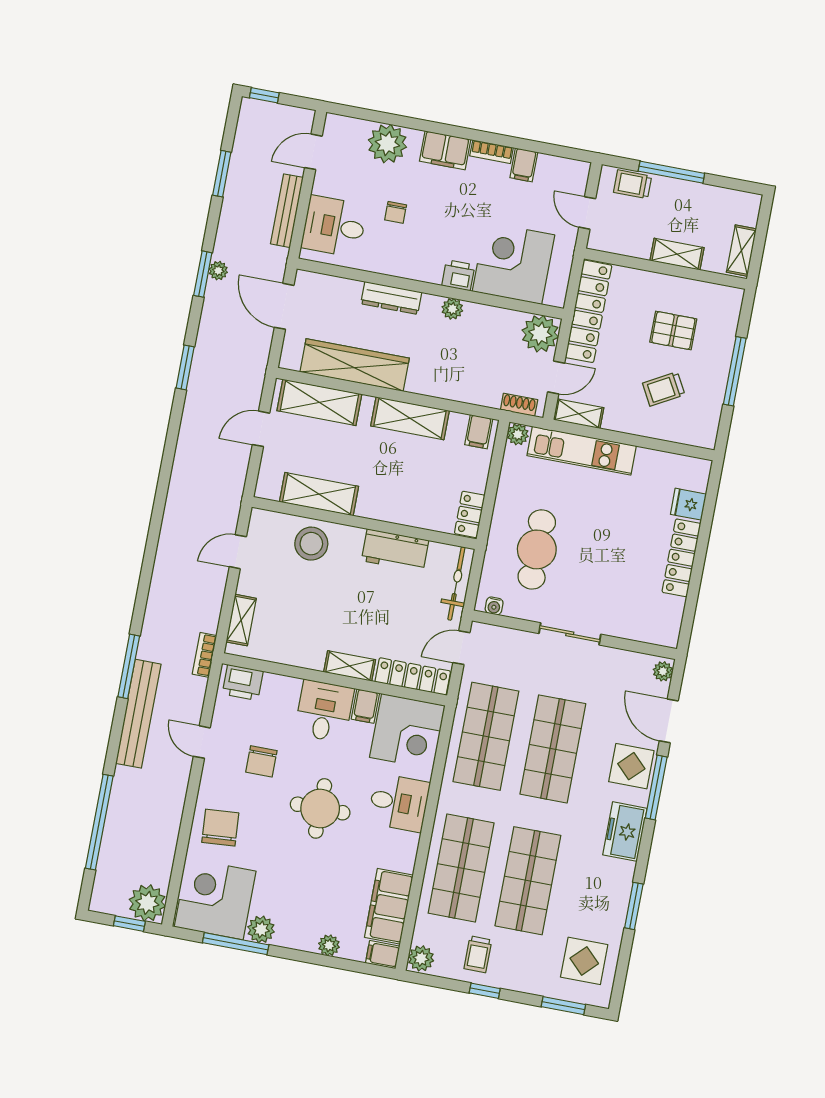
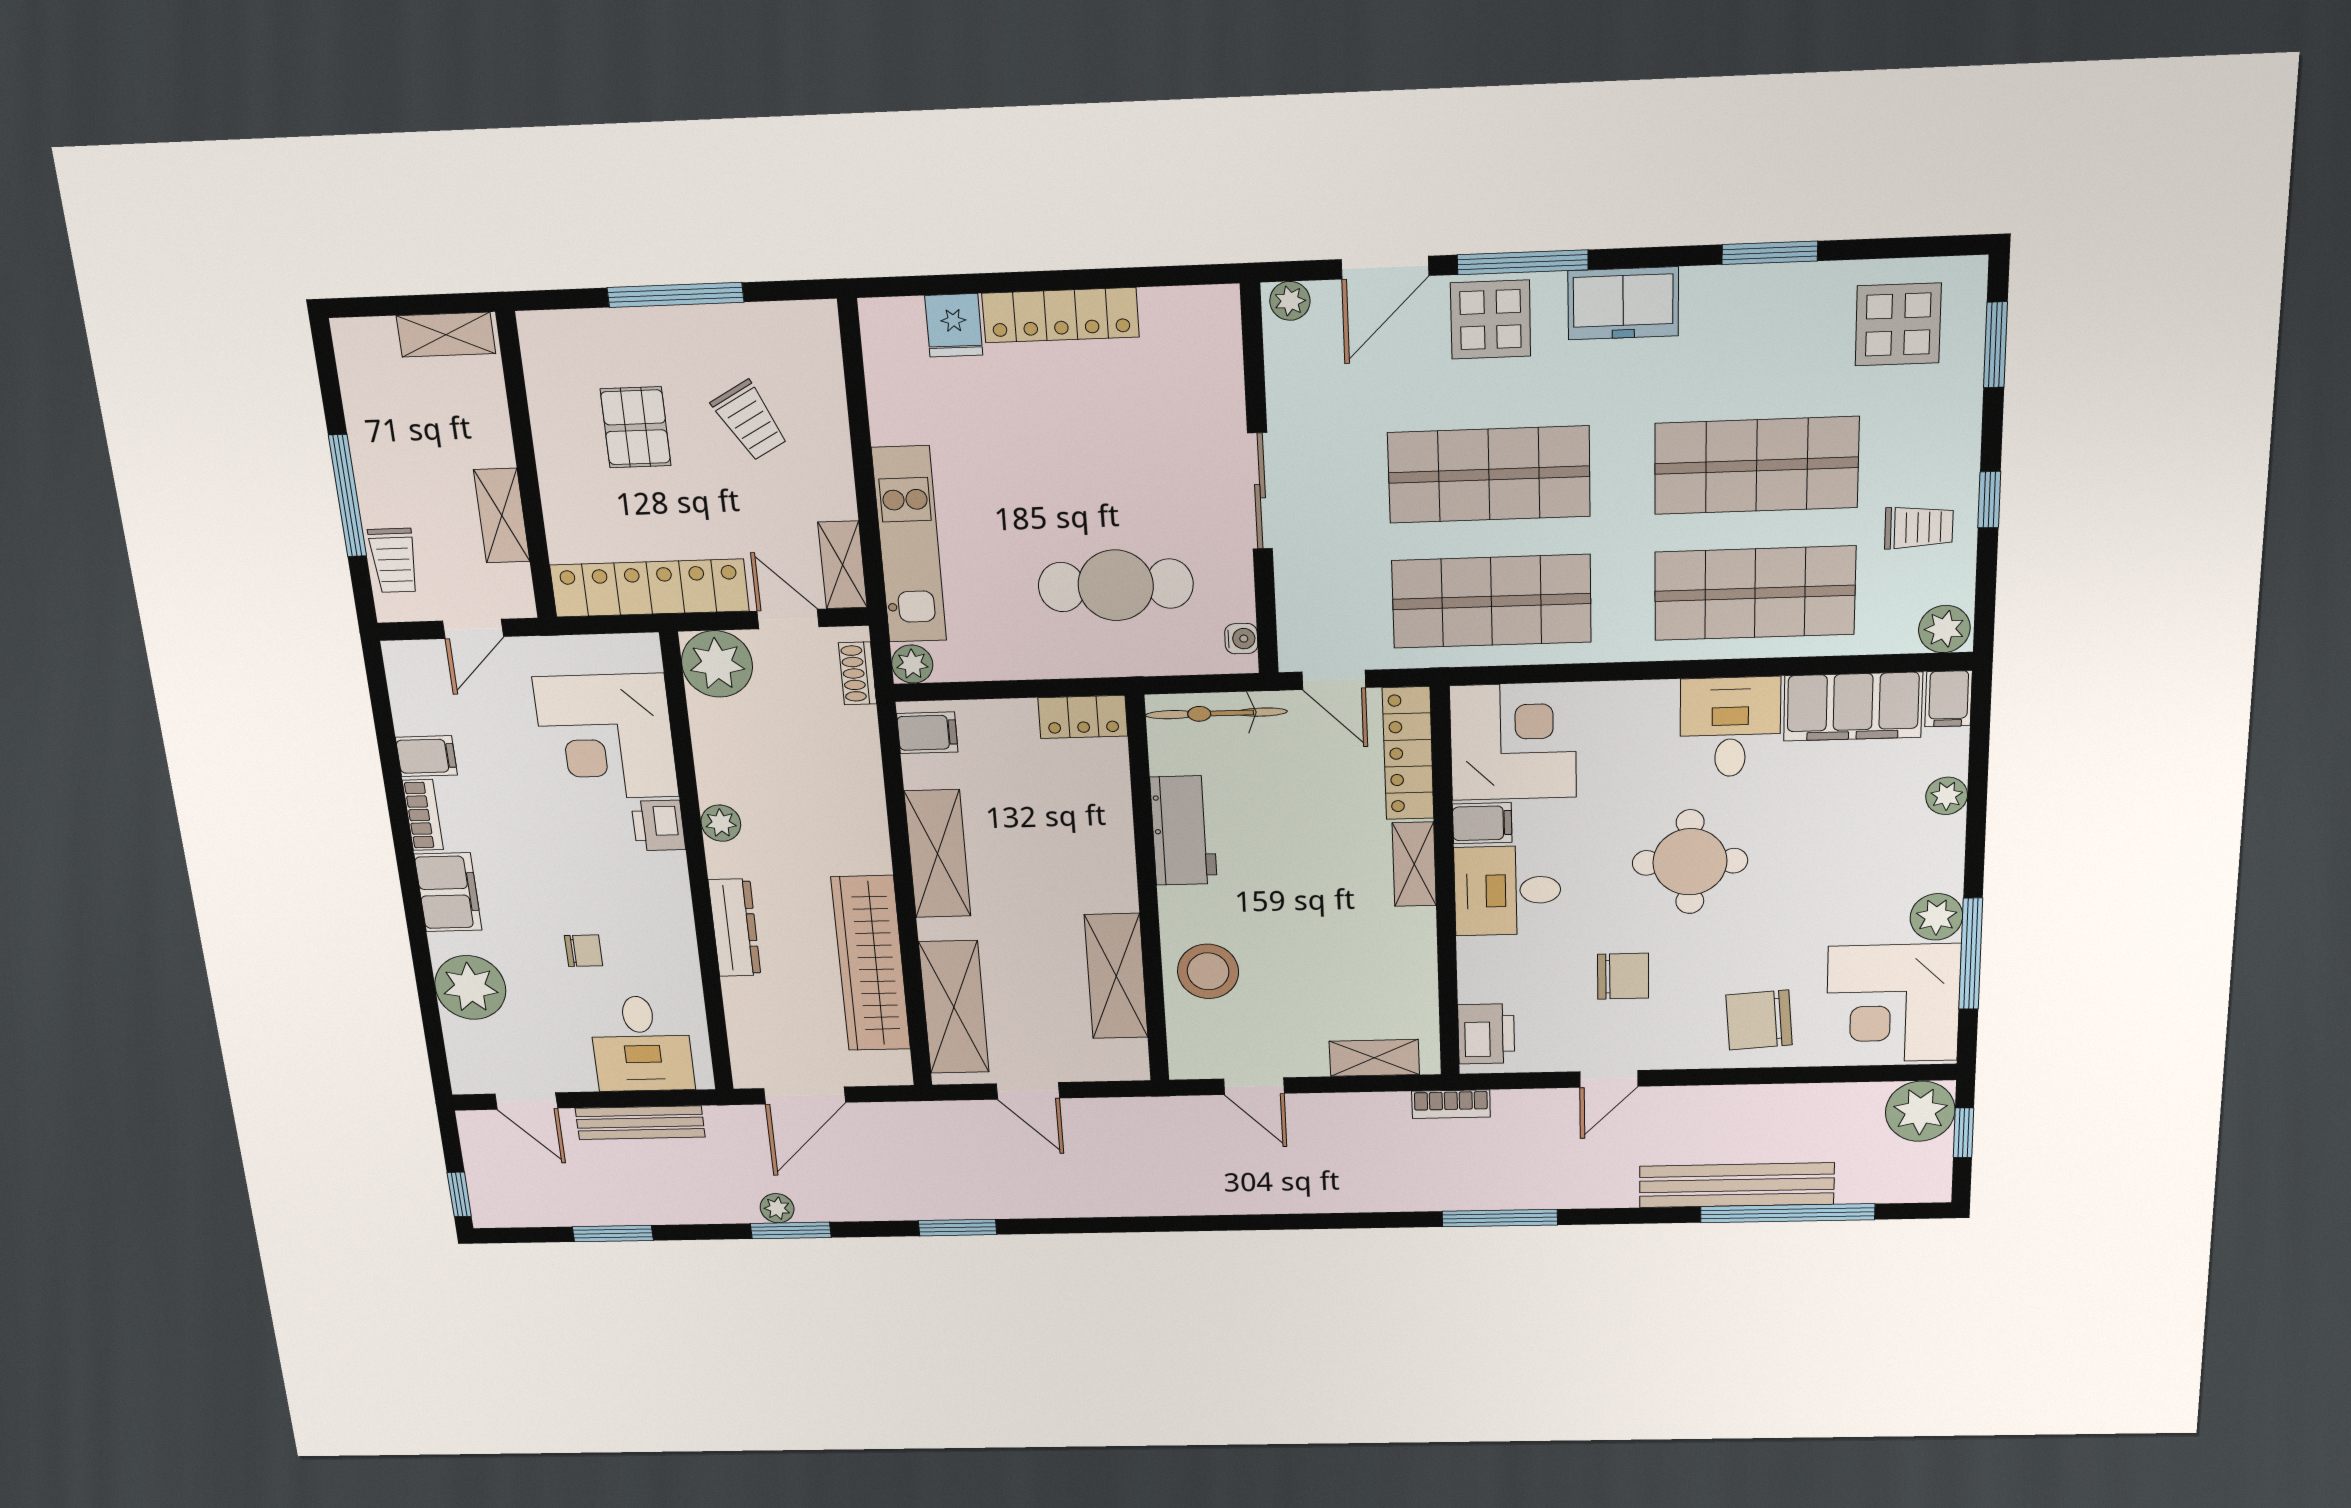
shelving: (677, 254) -> (502, 516), moved
bench: (138, 714) -> (1737, 1185), moved
desk: (399, 803) -> (1730, 727), moved

